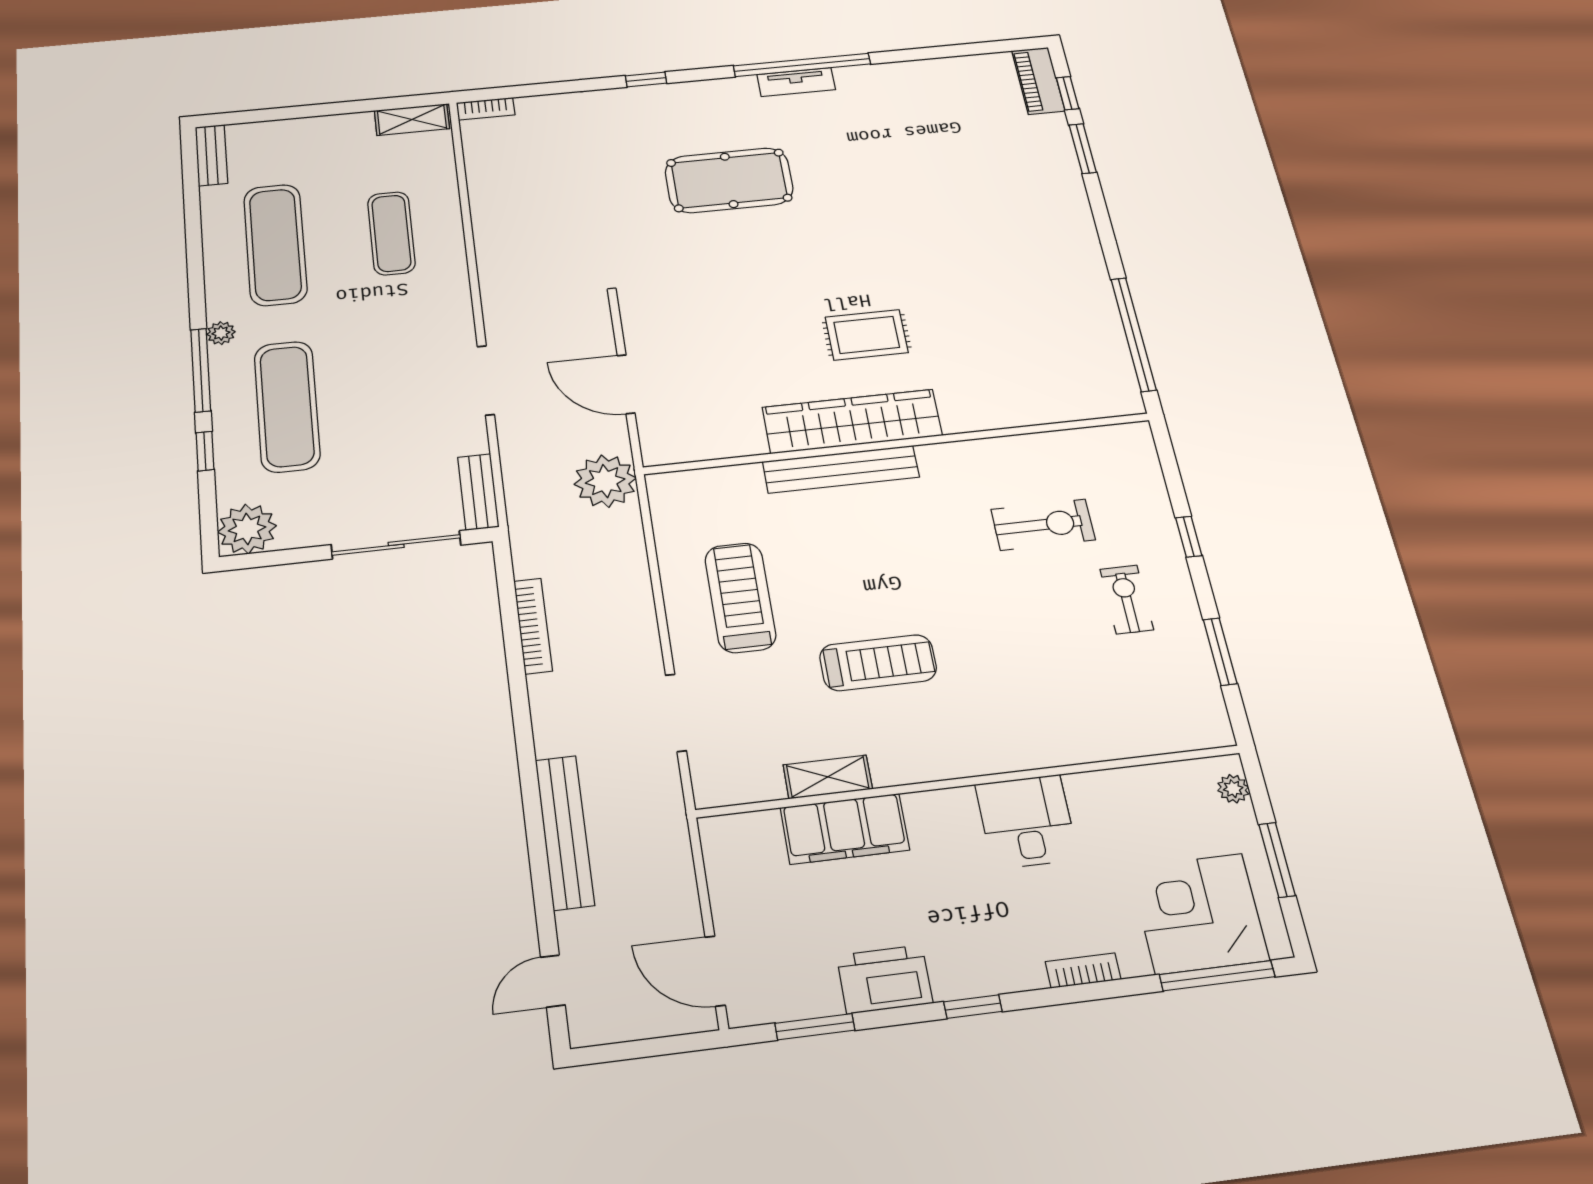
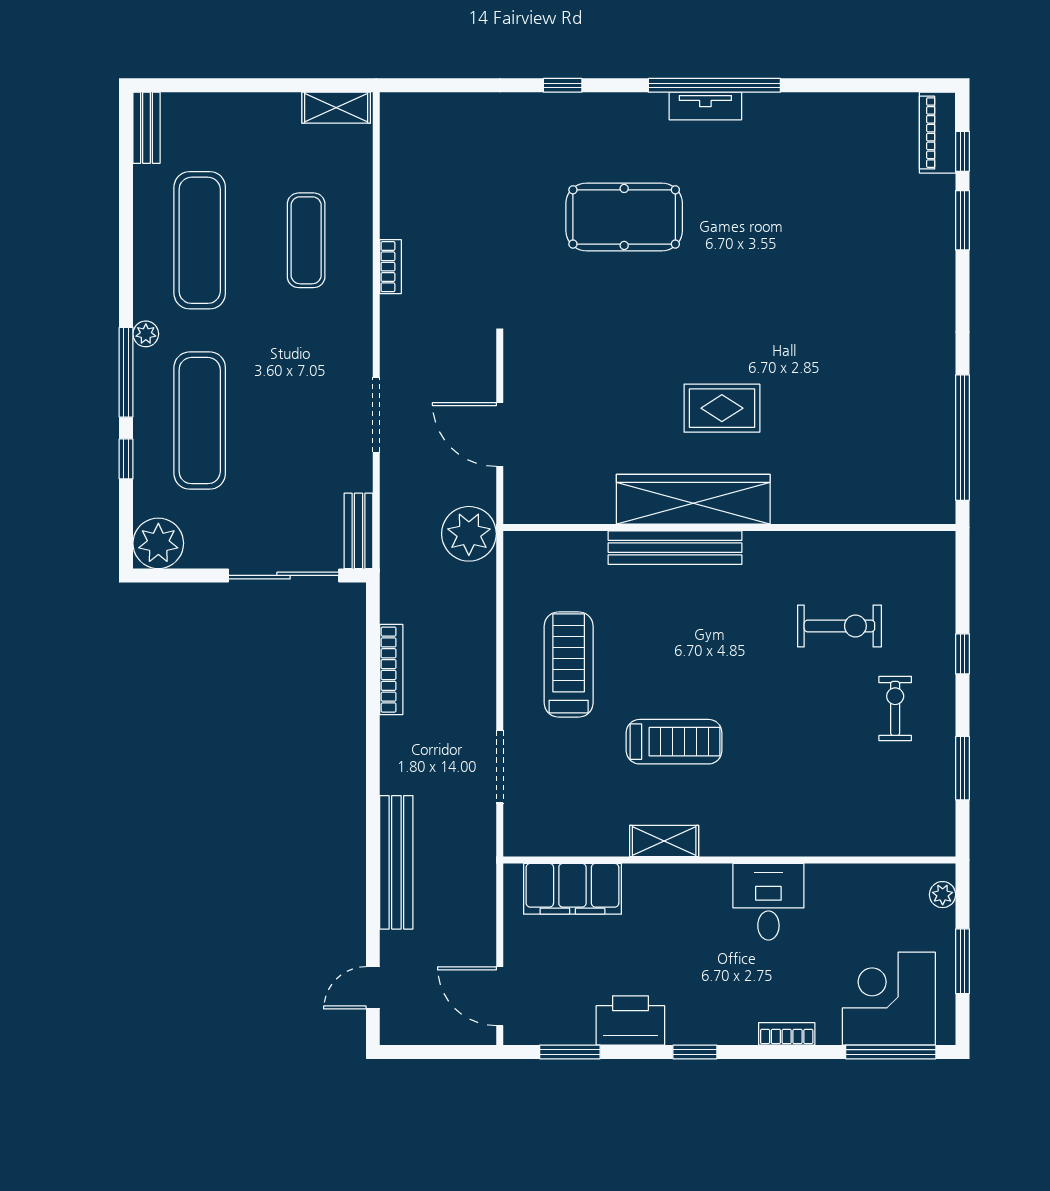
bookcase: (486, 109) -> (390, 267), moved, turned -90
shelving: (828, 777) -> (664, 841), moved
filing cabinet: (845, 829) -> (572, 889), moved

